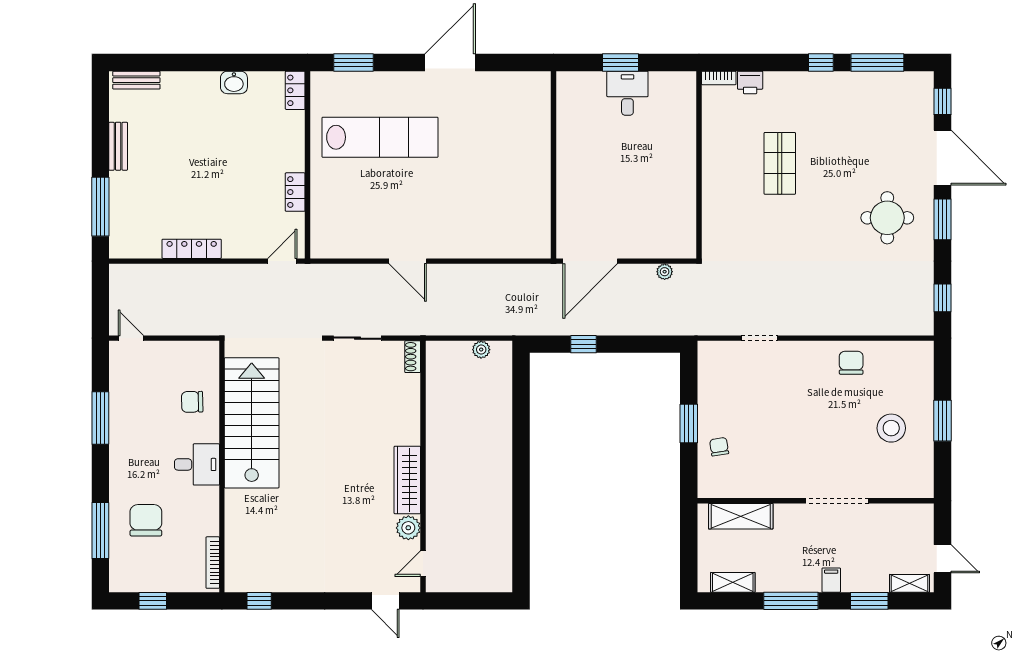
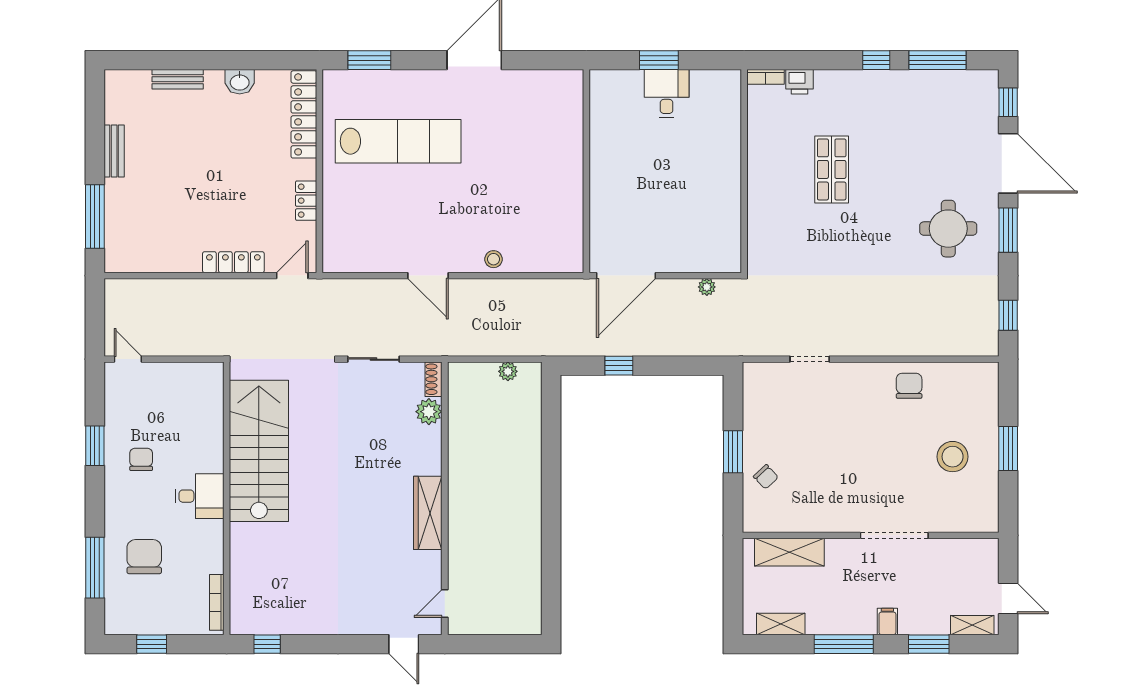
bench: (136, 80) -> (178, 79), moved
locker: (295, 90) -> (304, 114), width x2.16, depth x1.21
stool: (468, 246) -> (494, 259), added
locker: (192, 249) -> (233, 262), moved
chair: (192, 402) -> (141, 459), moved, turned 91
window: (100, 418) -> (95, 446), width x0.69
chair: (719, 447) -> (766, 477), turned 146
plant: (408, 528) -> (429, 412), moved

